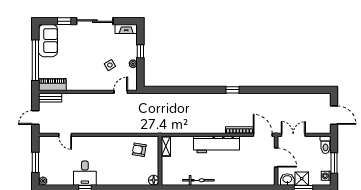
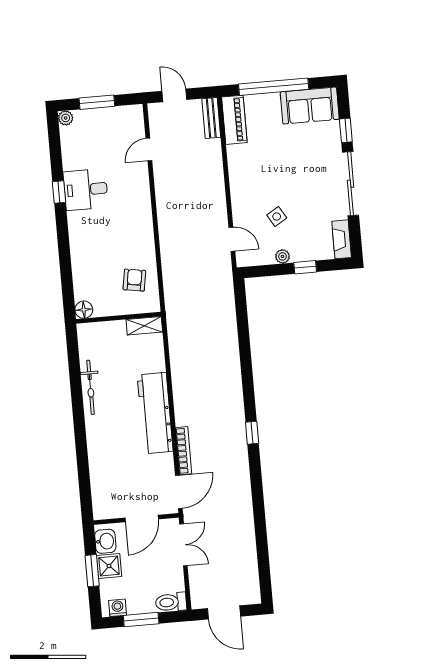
door: (334, 115) -> (224, 612), hinge flipped

